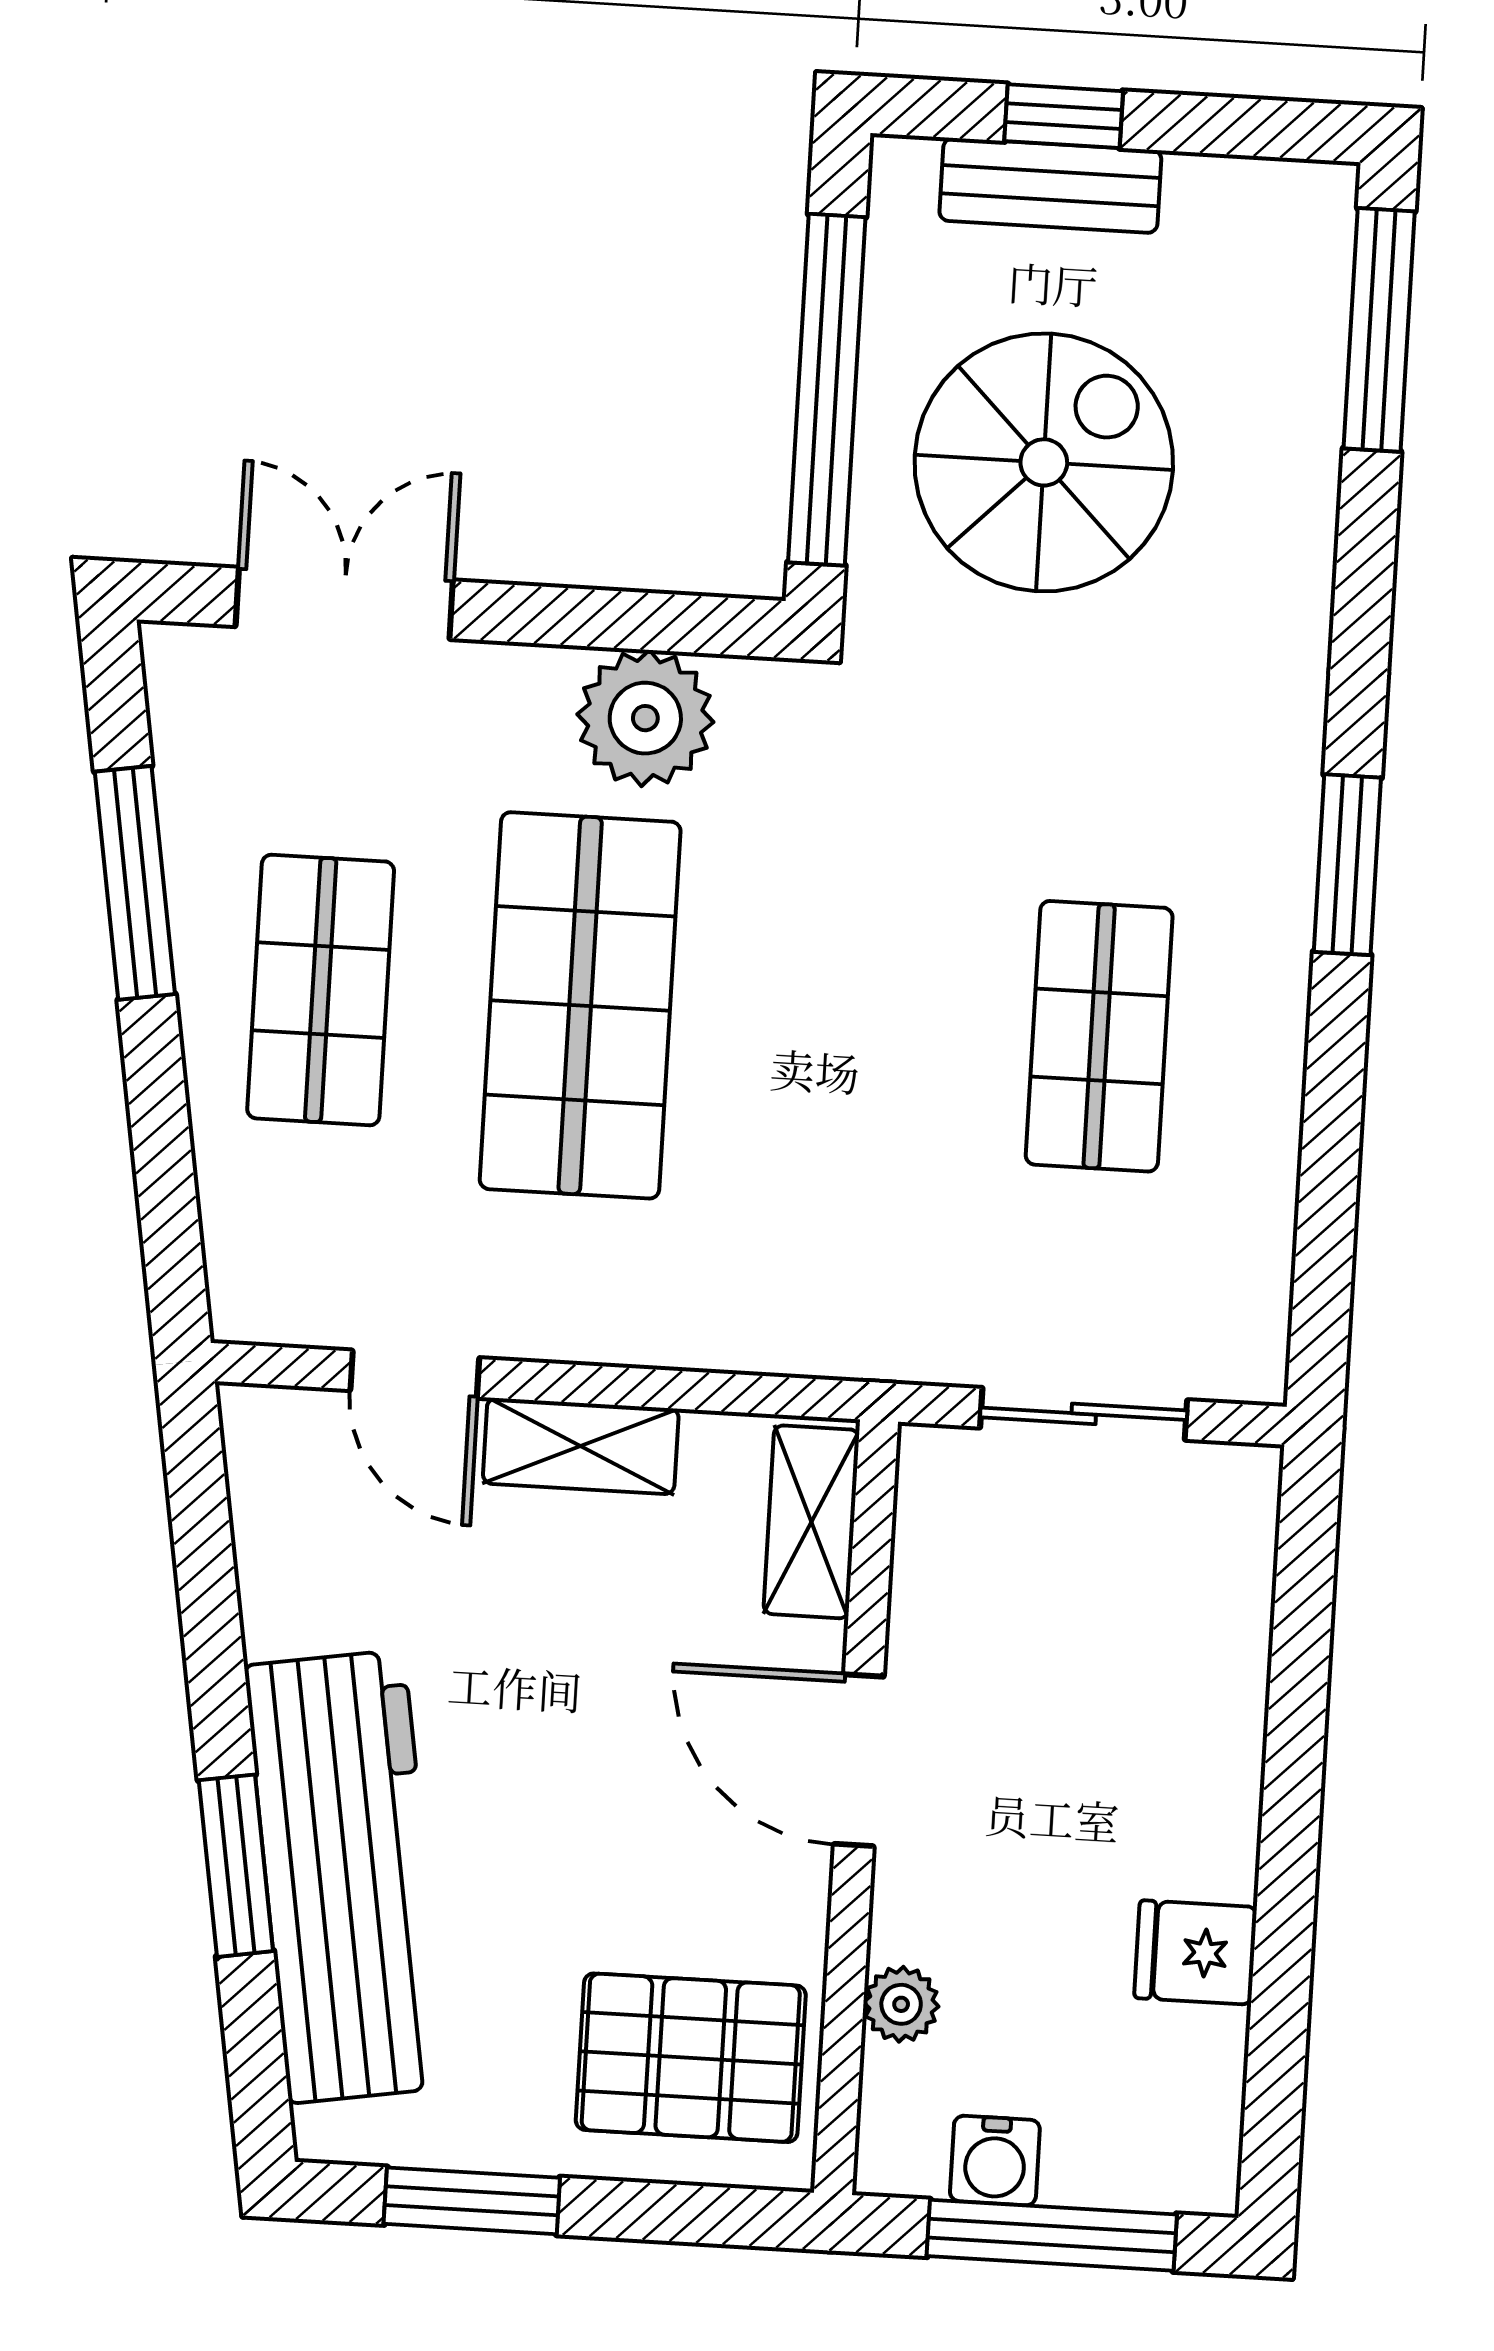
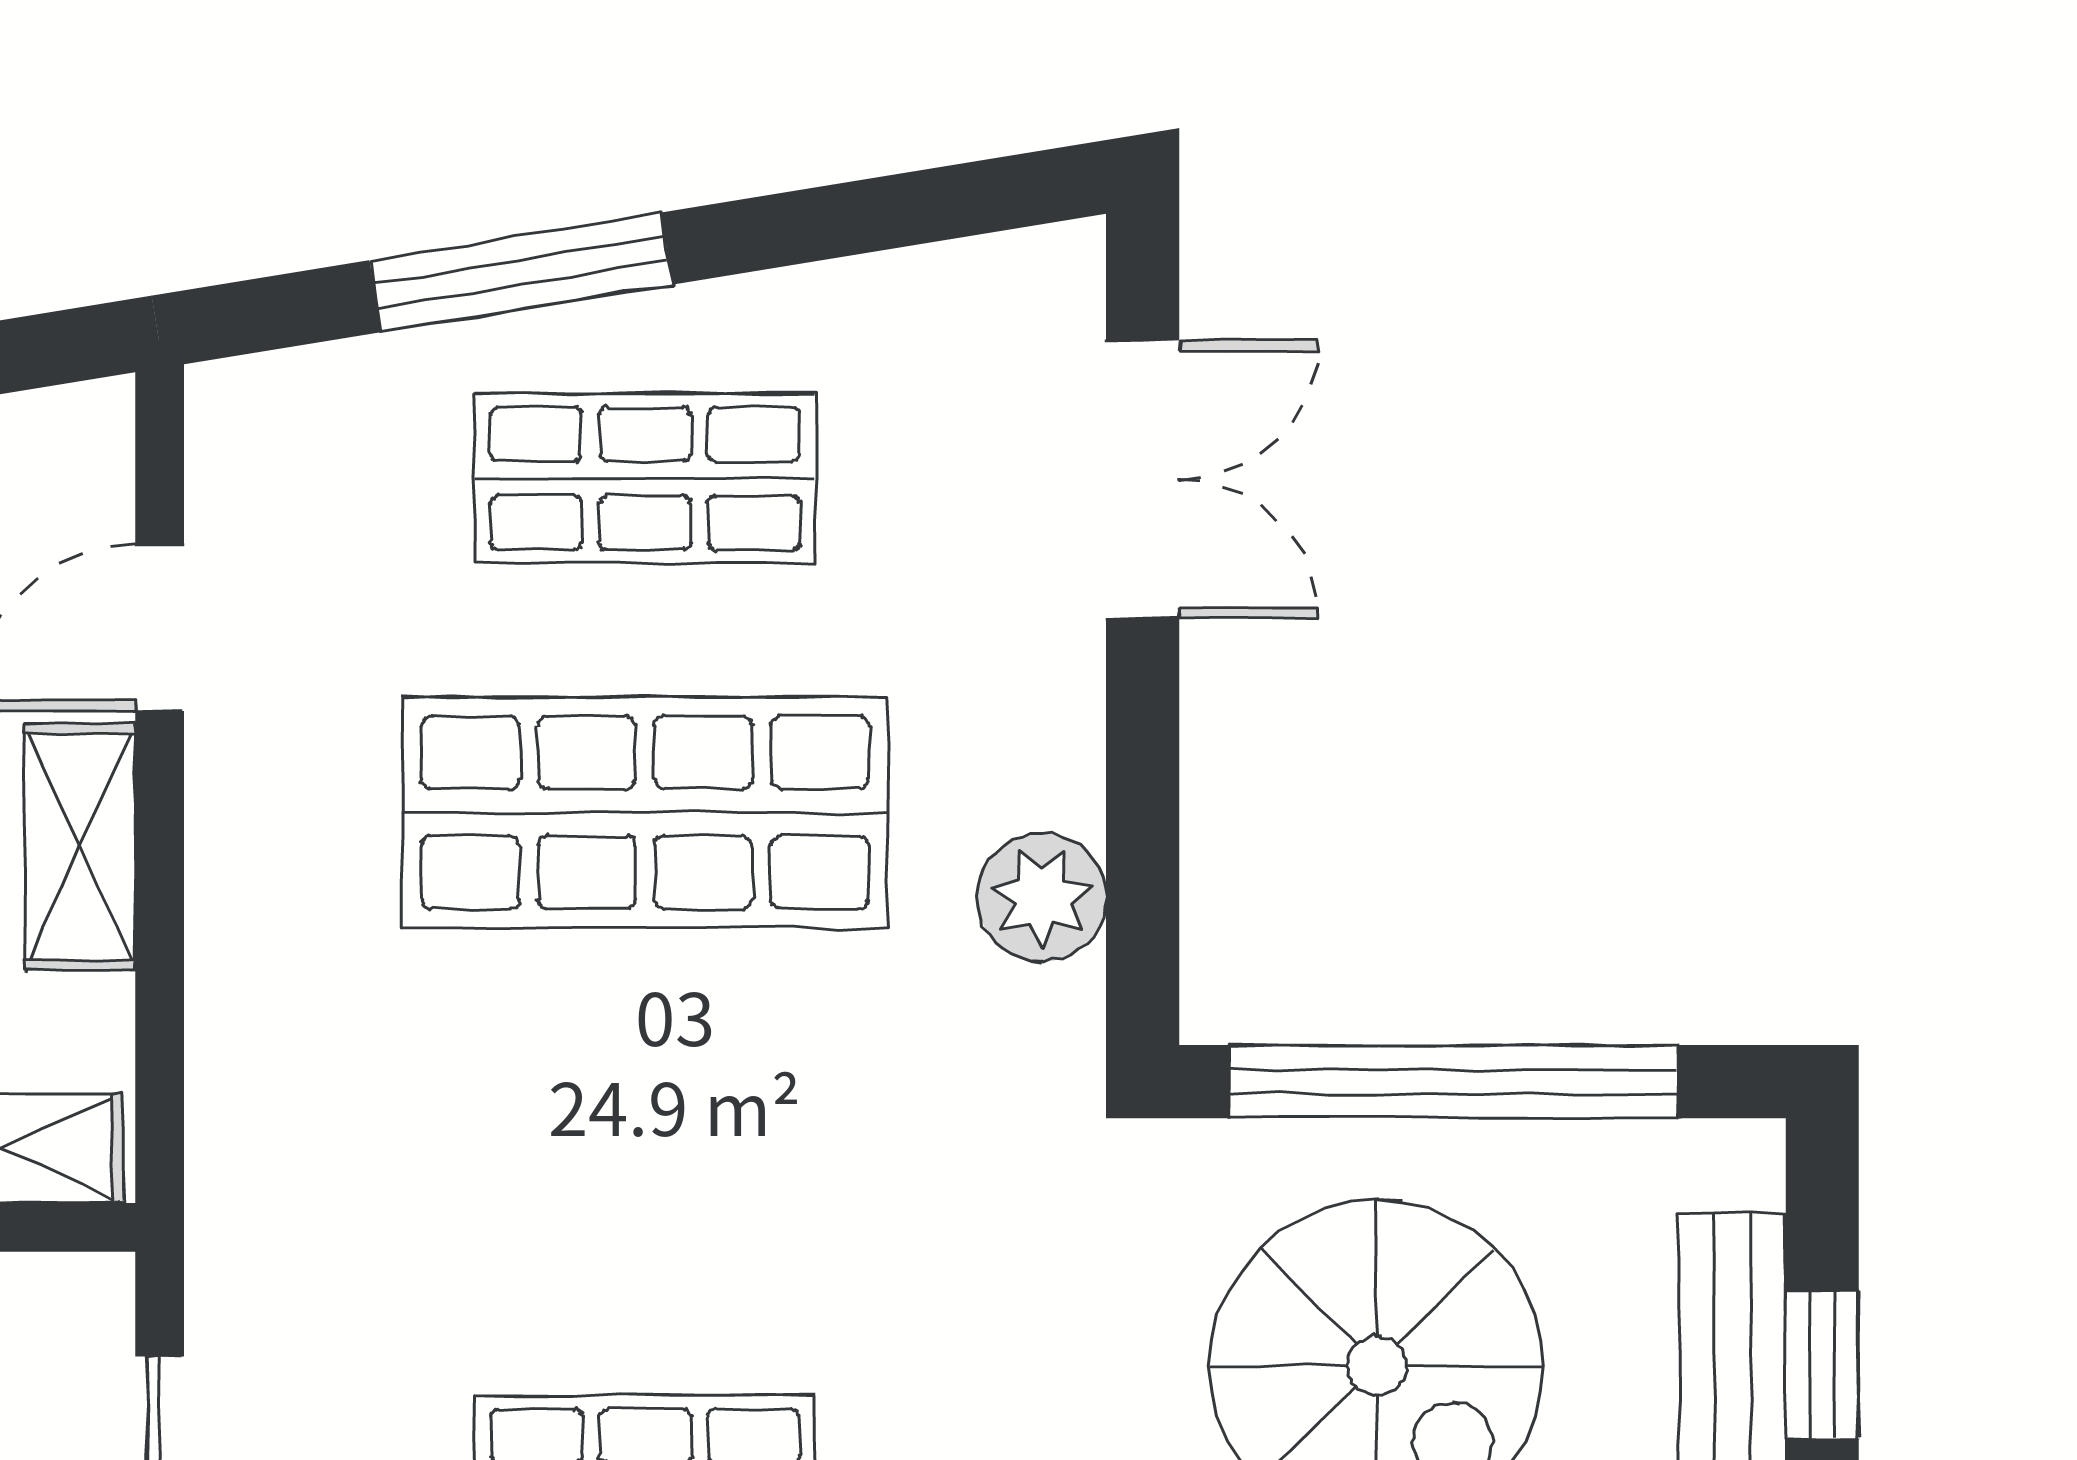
plant: (645, 718) -> (1042, 897), width x0.73, depth x0.73
window: (135, 883) -> (521, 272), moved

